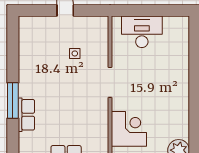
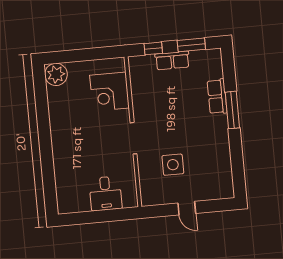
desk: (142, 32) -> (106, 193), width x0.73
side table: (75, 53) -> (173, 165), width x1.87, depth x1.87

